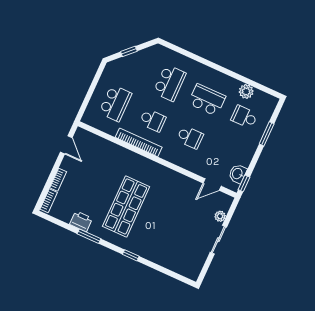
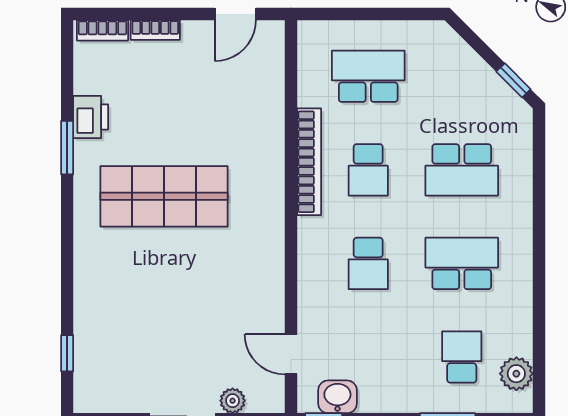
window: (129, 51) -> (513, 80), moved
plant: (246, 91) -> (516, 374), moved
school desk: (207, 100) -> (462, 263), turned -90
school desk: (115, 103) -> (368, 76), turned 180
window: (131, 255) -> (67, 353), moved

